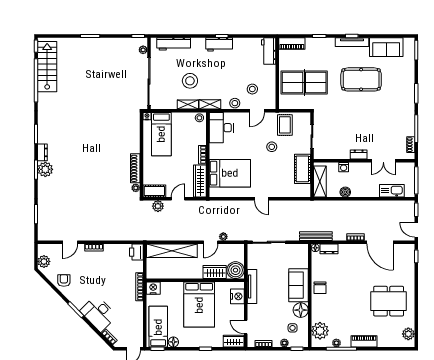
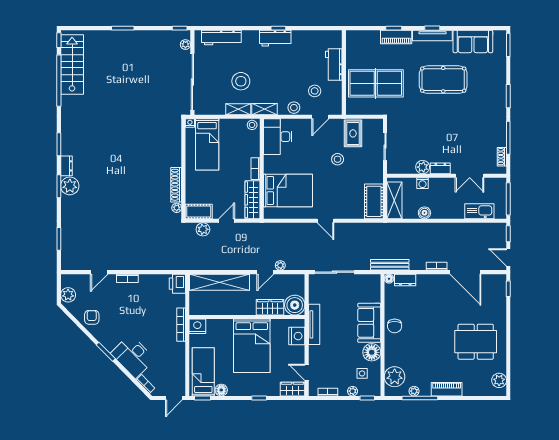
piano: (292, 43) -> (396, 37), moved
workbench: (269, 51) -> (334, 65), moved
plant: (344, 153) -> (423, 167), added
cot: (302, 169) -> (374, 201), moved

